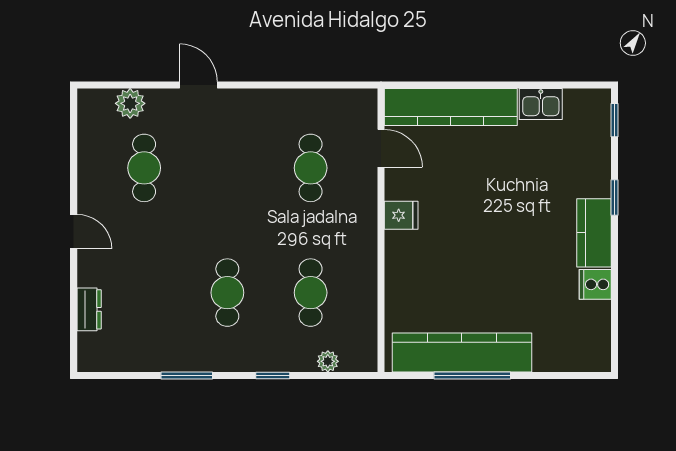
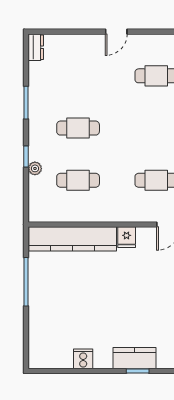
kitchen counter: (594, 233) -> (134, 358), moved
dresser: (89, 309) -> (36, 47), moved, turned -90
kitchen counter: (462, 353) -> (73, 239), moved, turned 90
plant: (328, 361) -> (35, 168), moved

